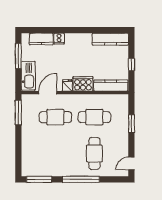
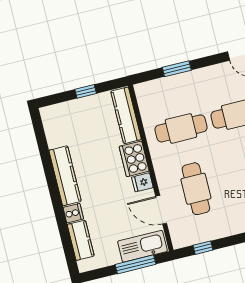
kitchen counter: (110, 39) -> (65, 176), moved
window: (18, 56) -> (136, 264), moved
window: (18, 113) -> (203, 248), width x0.46
cafe table: (94, 117) -> (181, 128), turned 90

